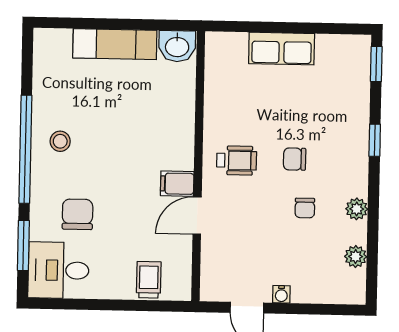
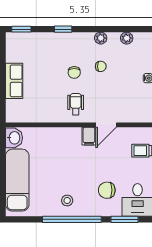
exam couch: (115, 44) -> (17, 180), width x1.36, depth x1.45
door: (197, 216) -> (106, 125), hinge flipped

